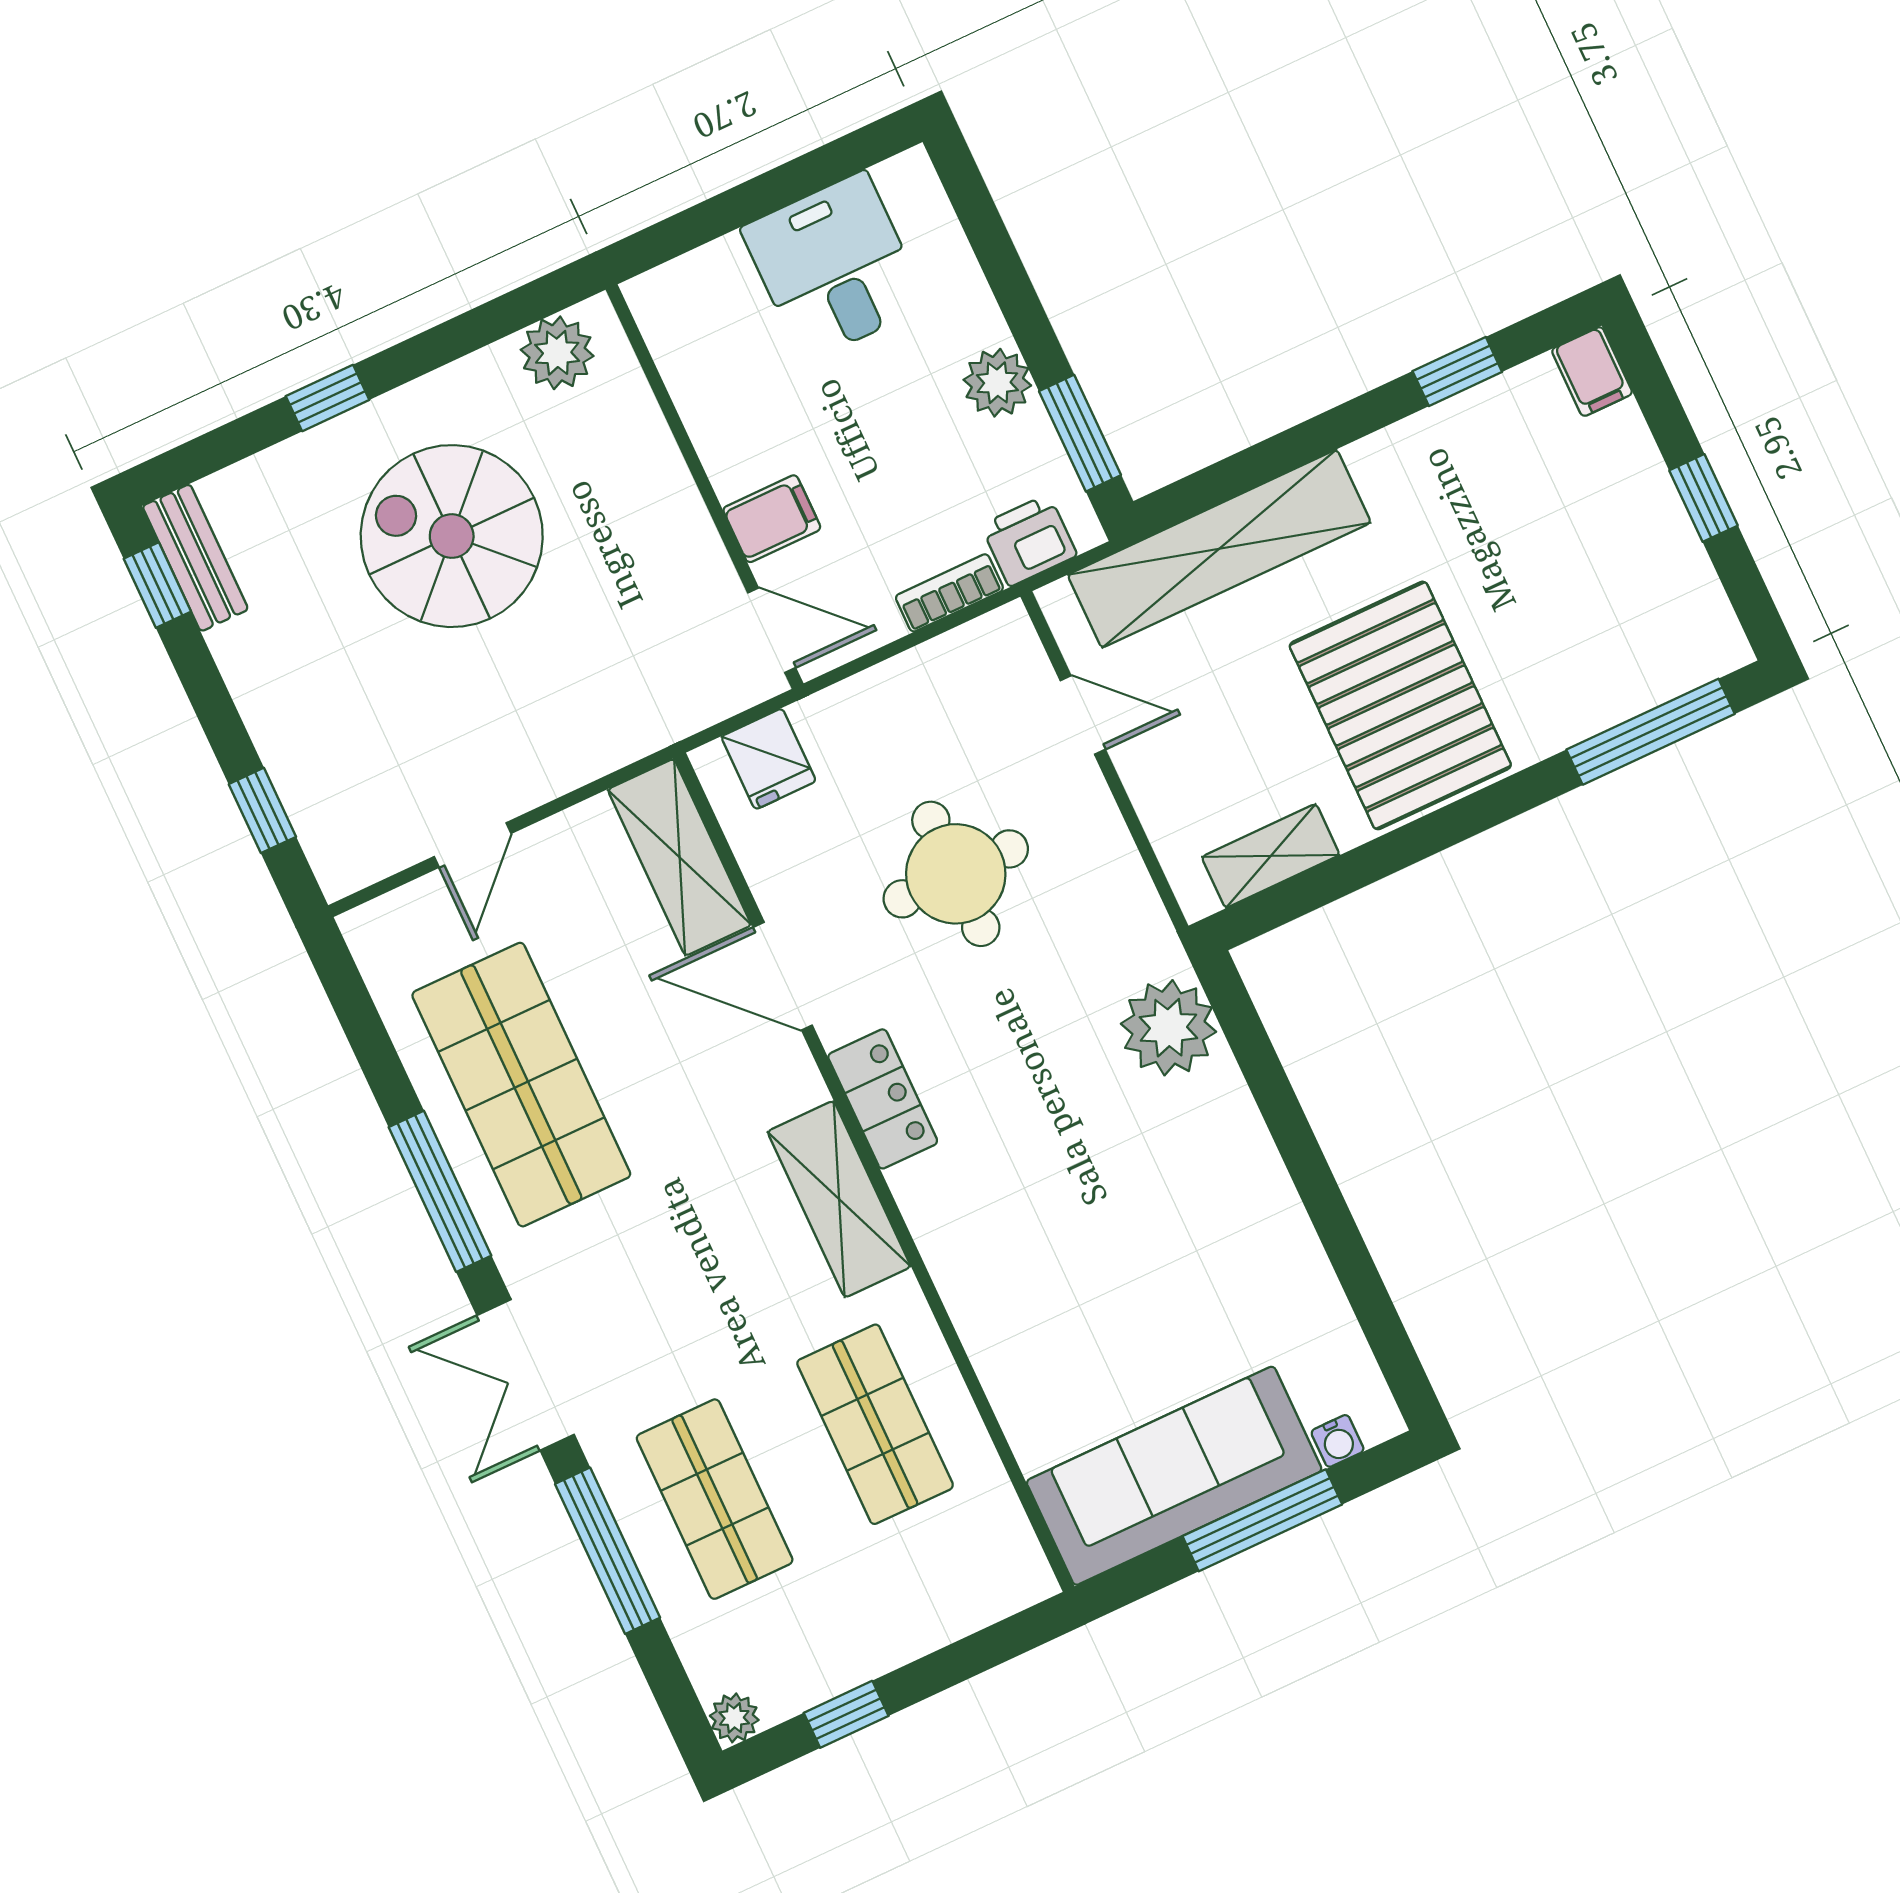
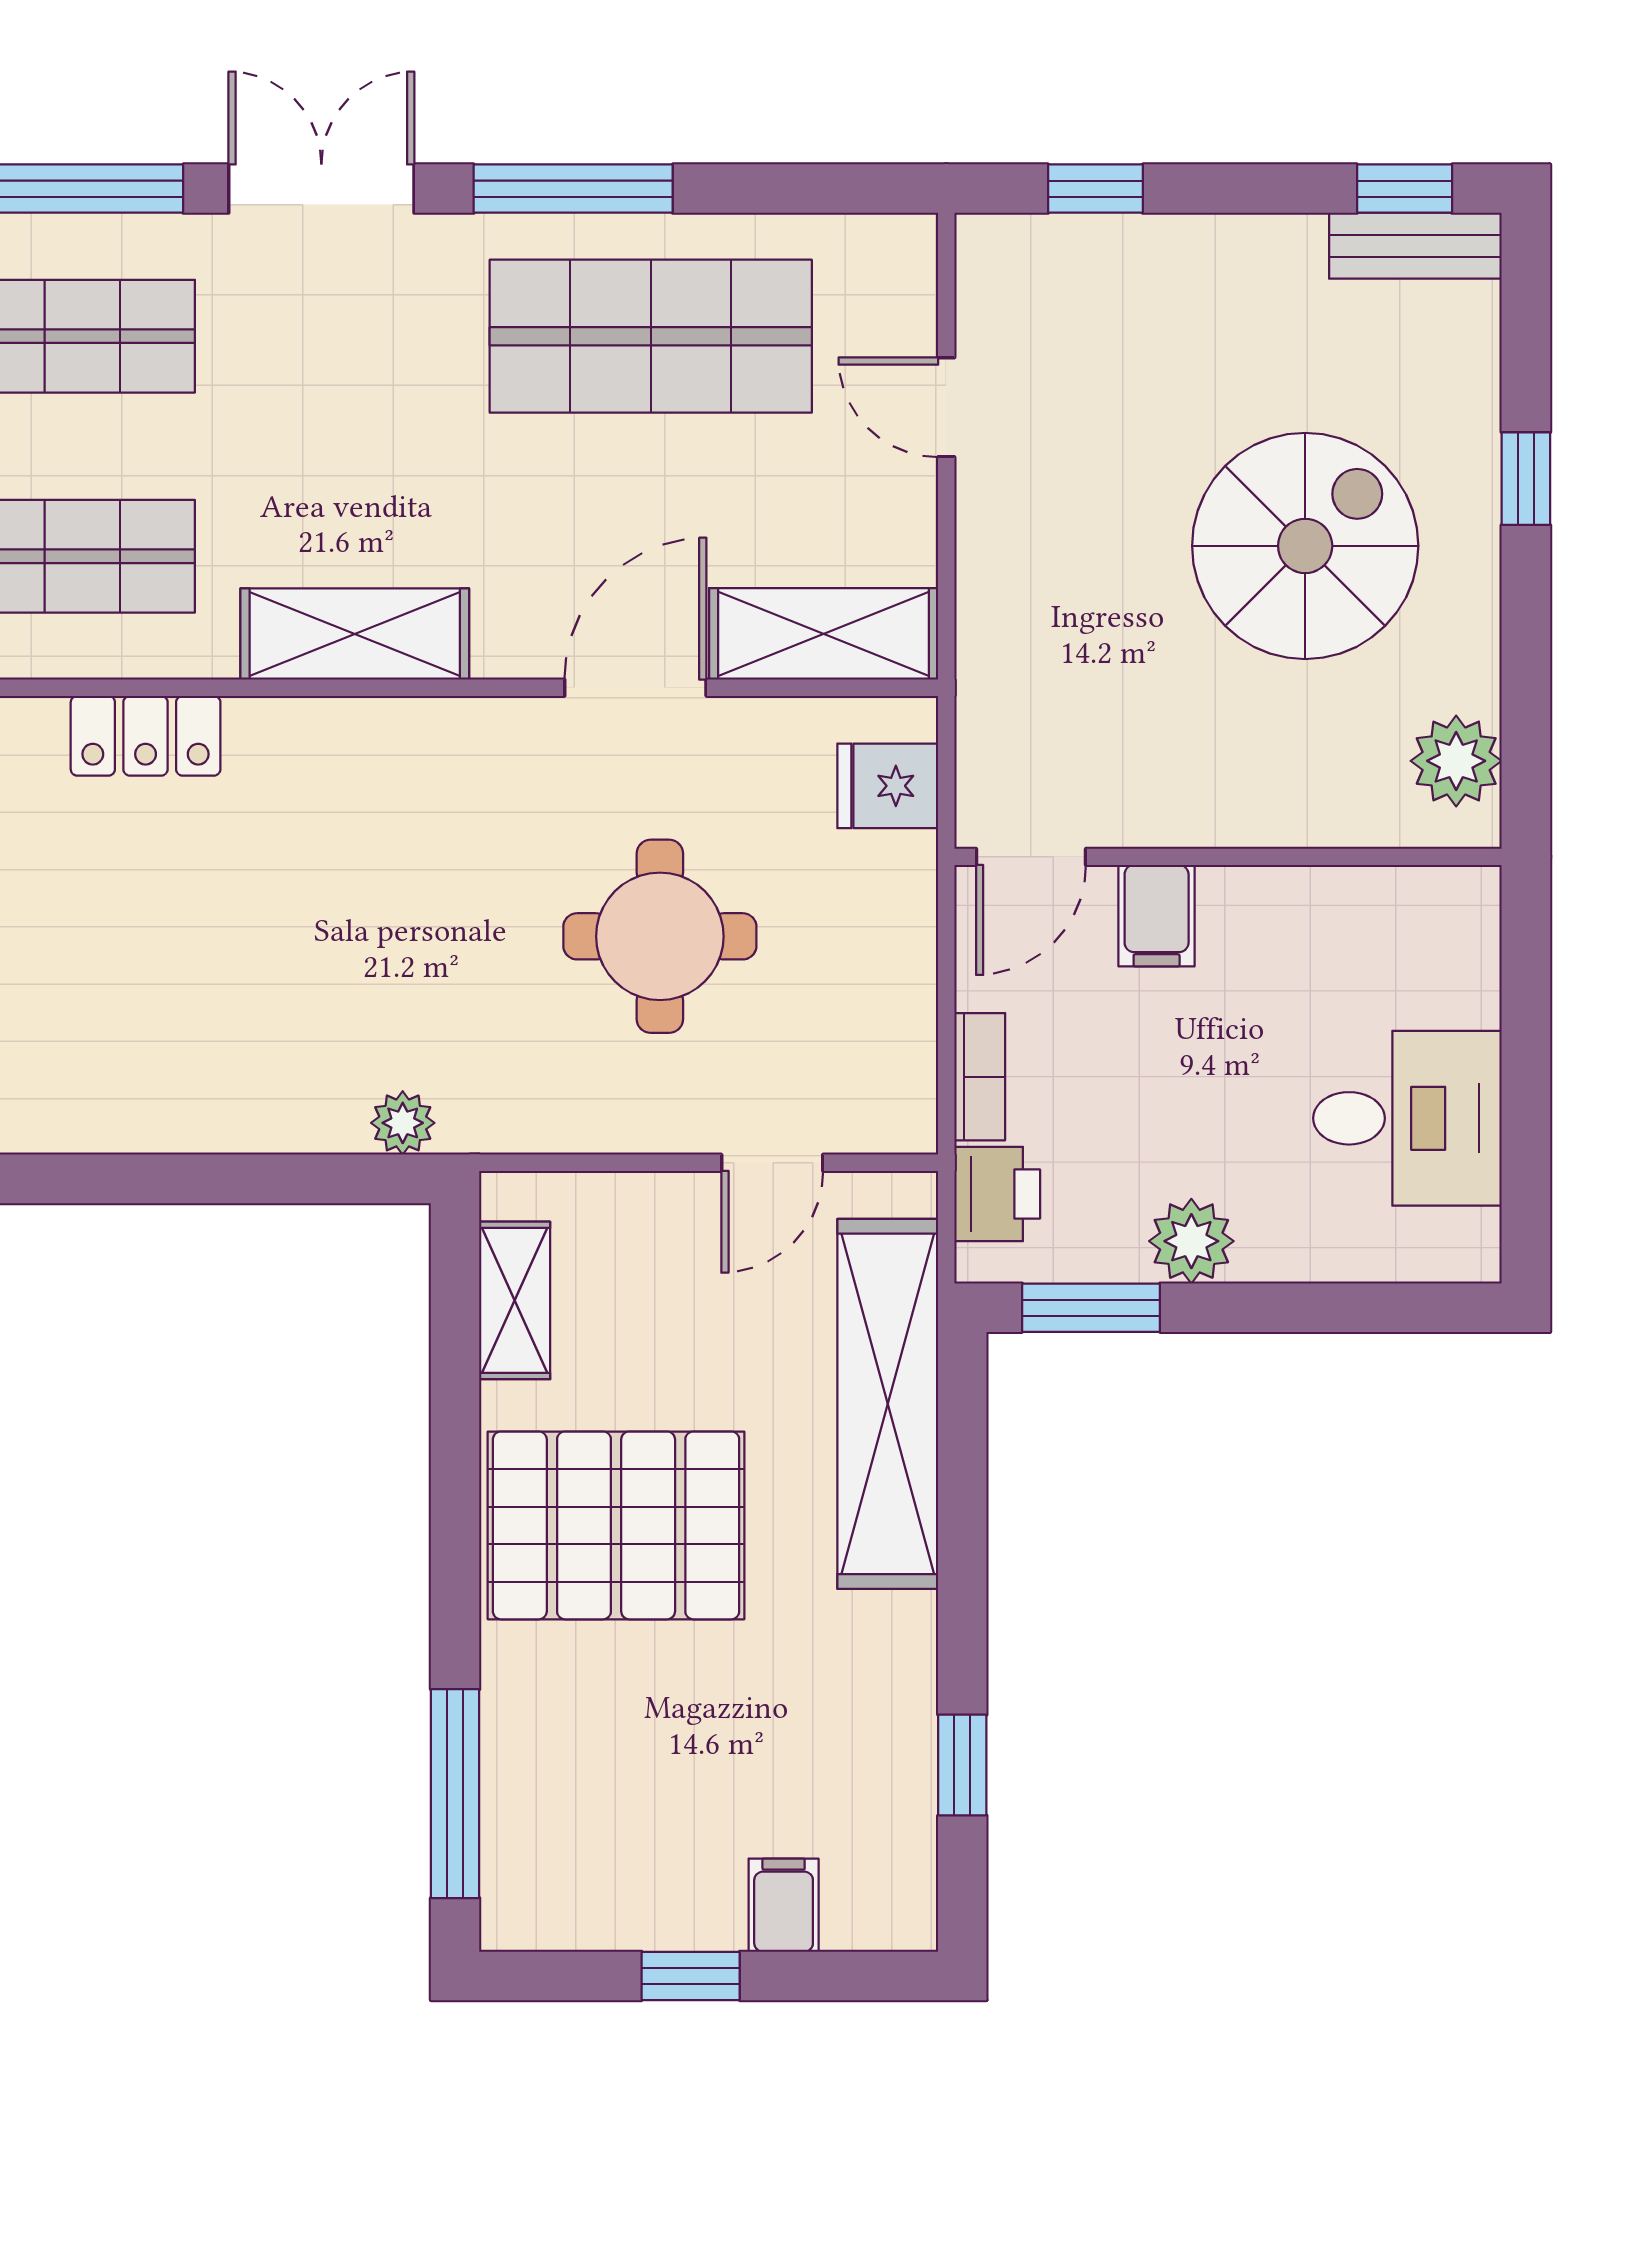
filing cabinet: (1592, 372) -> (784, 1905), moved, turned 90
plant: (1168, 1028) -> (403, 1123), width x0.53, depth x0.53
locker: (883, 1099) -> (146, 736), moved

